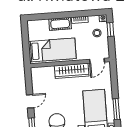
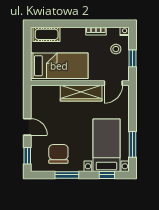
cot: (60, 24) -> (47, 34), moved
window: (110, 30) -> (133, 58), moved
door: (30, 101) -> (27, 127), hinge flipped

